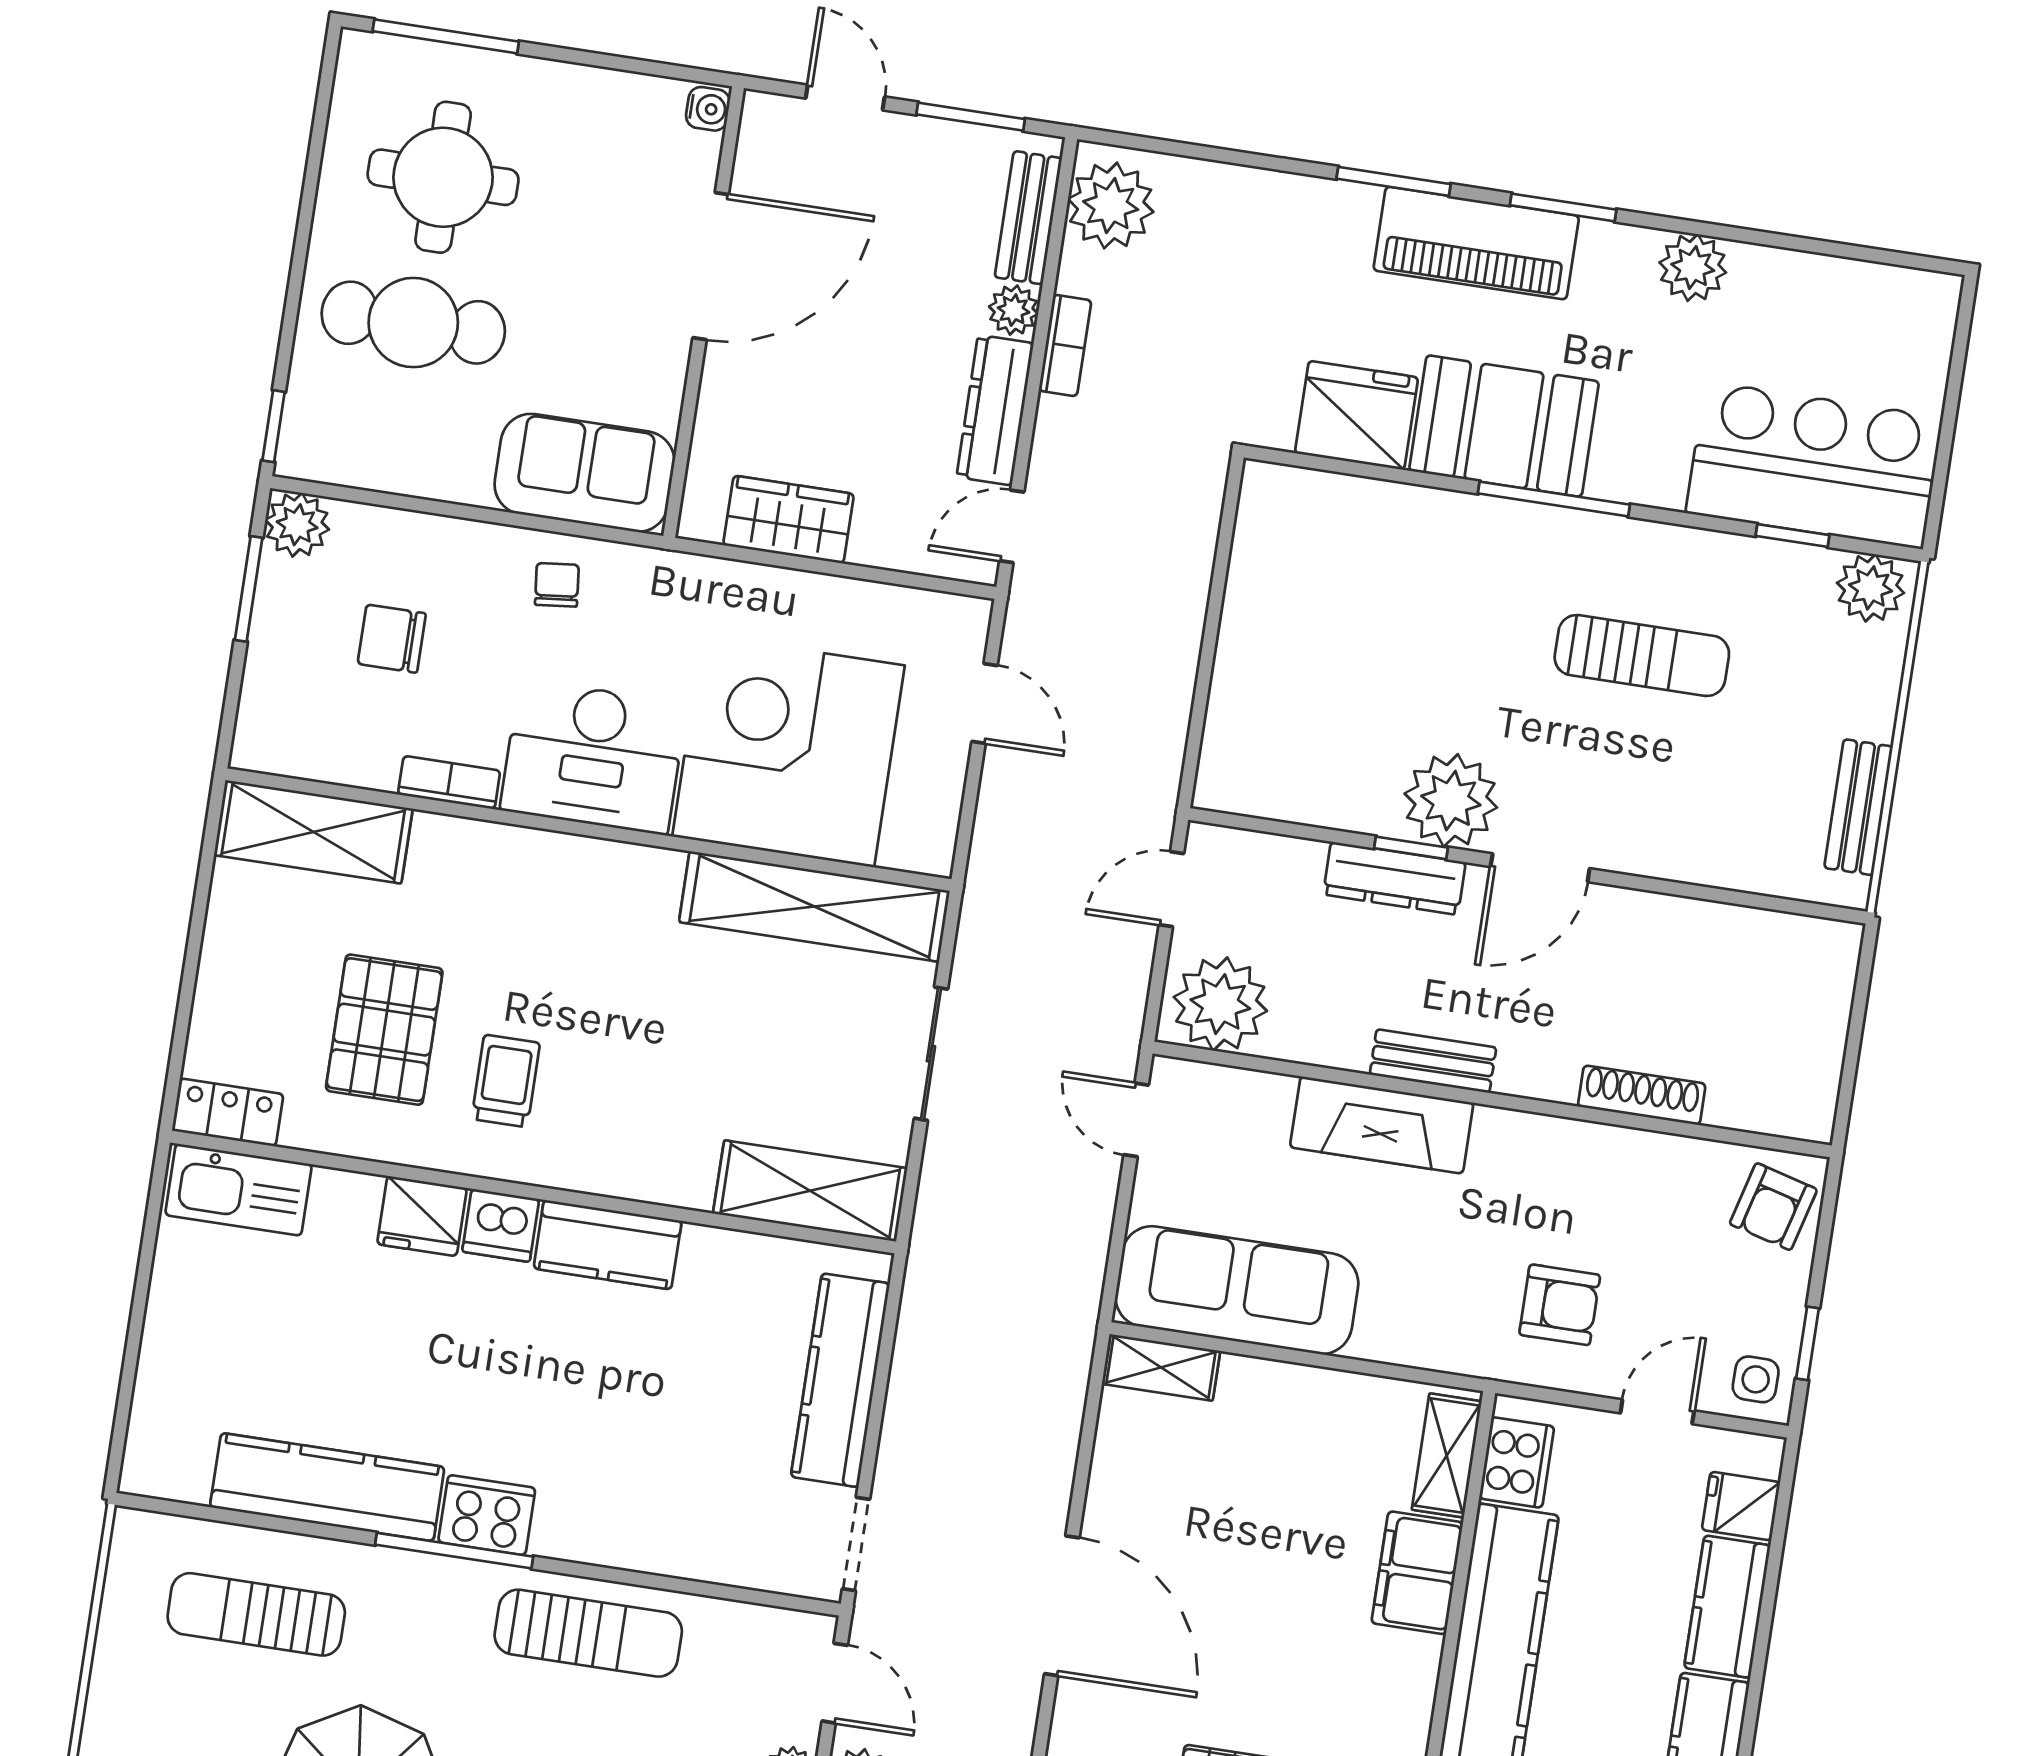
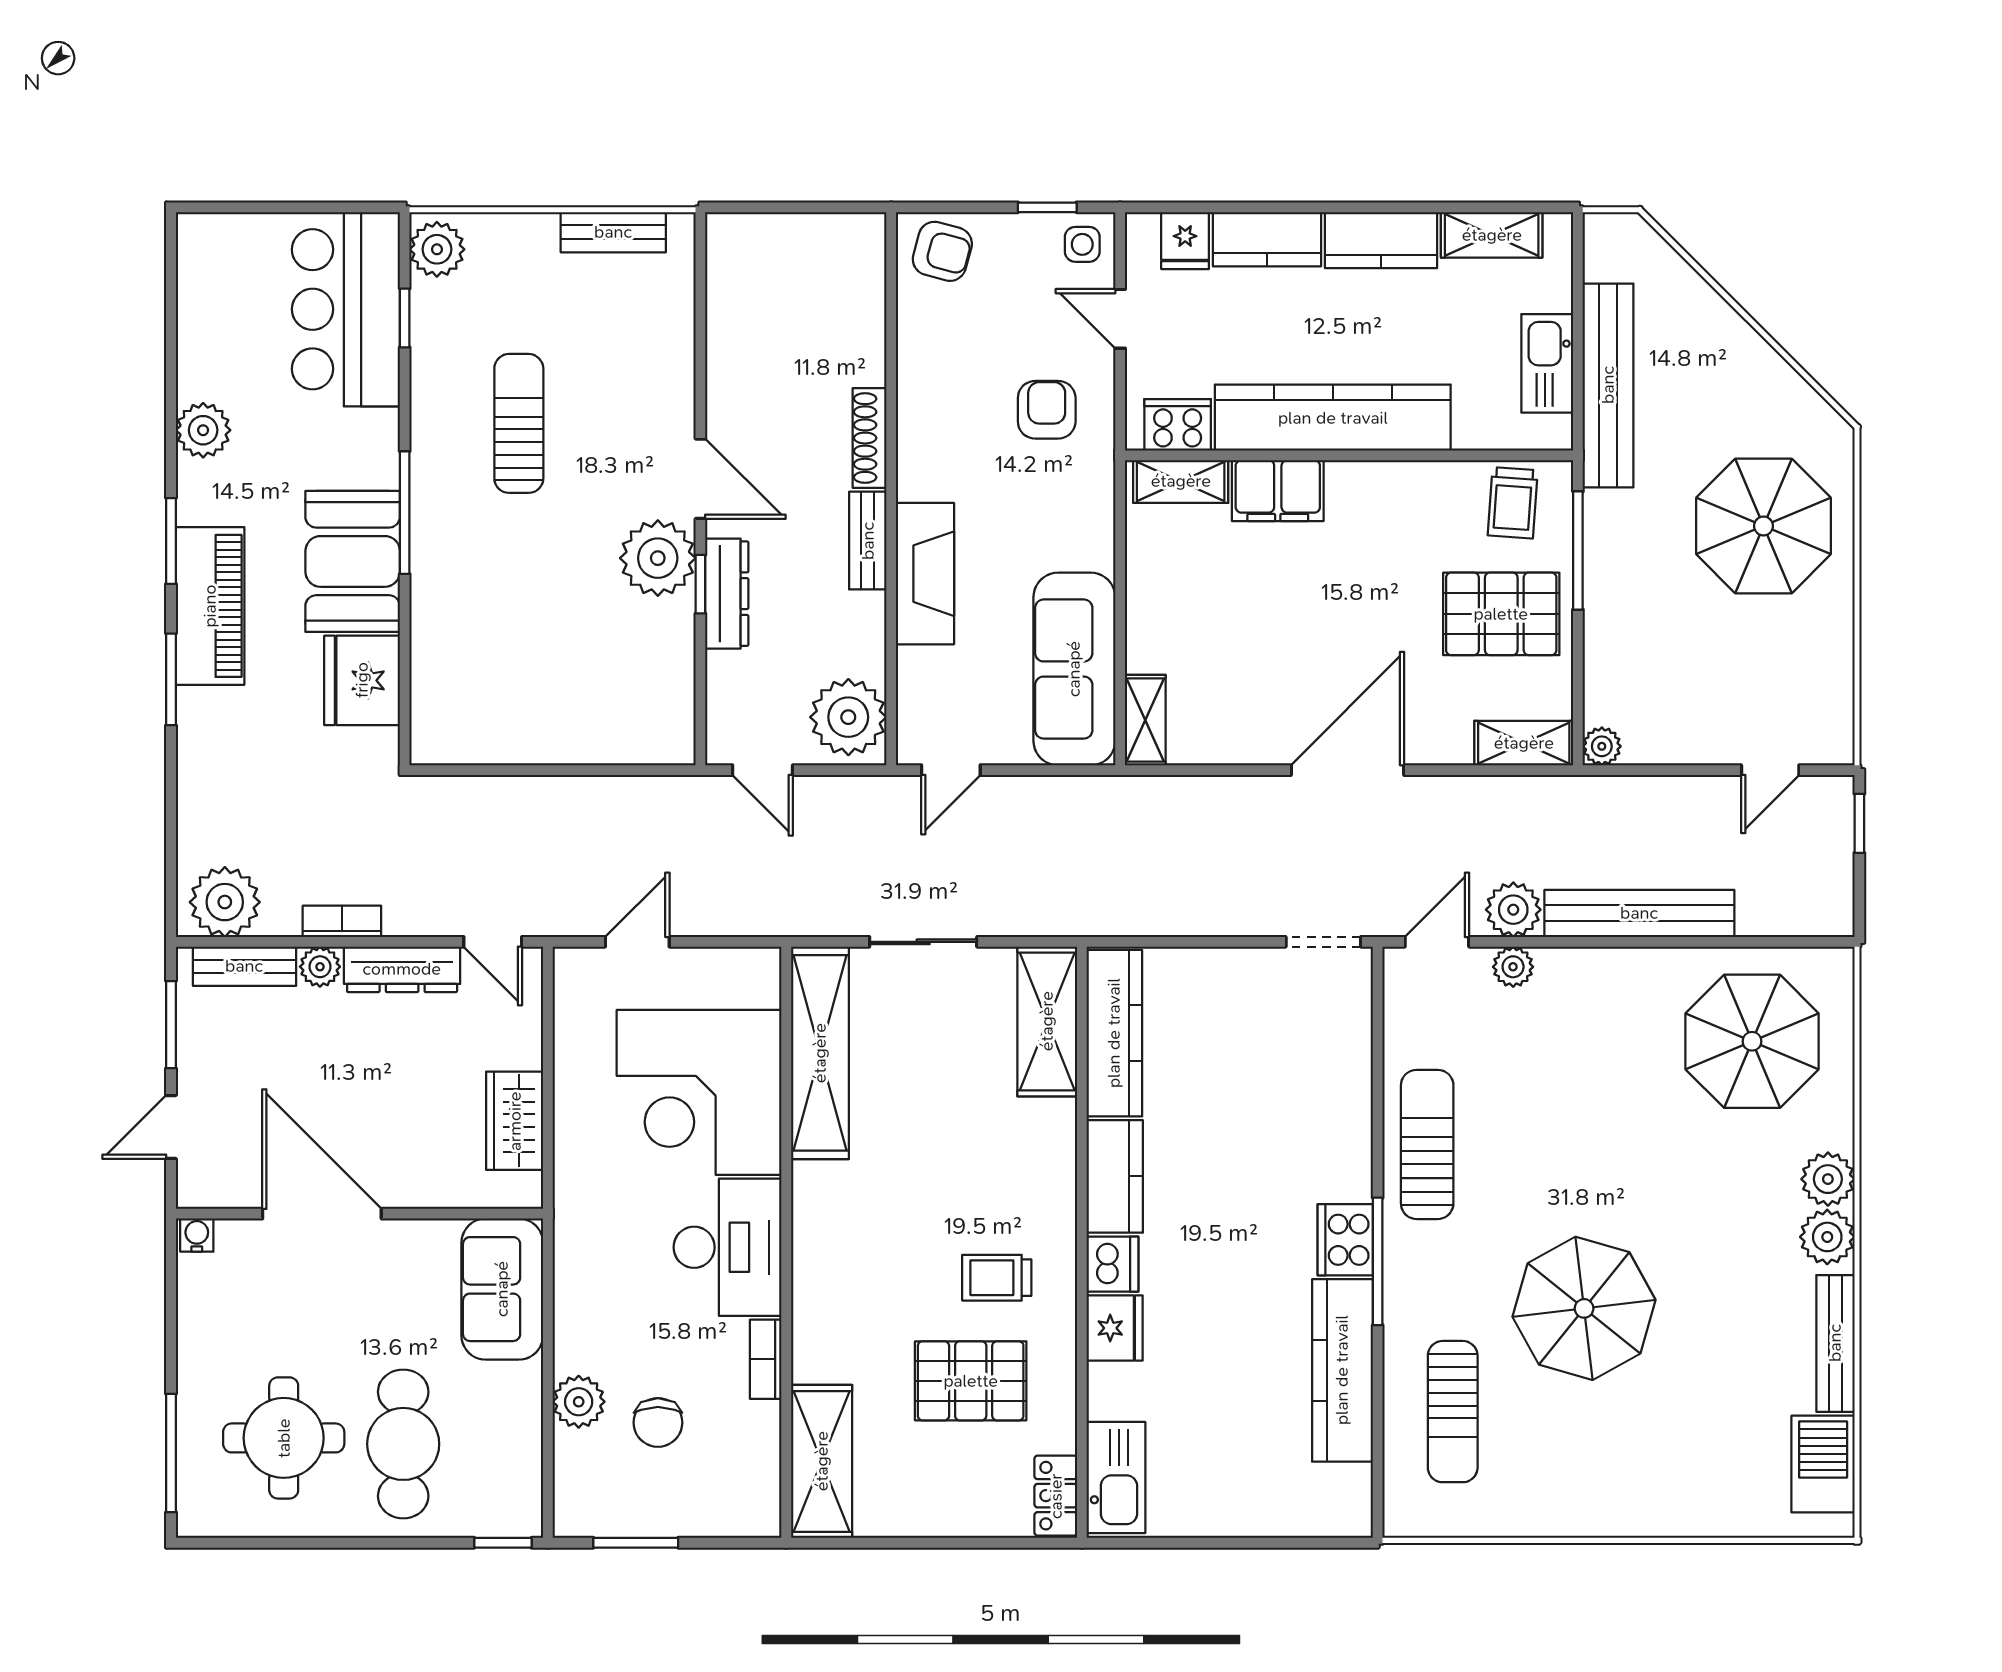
plant: (297, 525) -> (579, 1402), moved
chair: (557, 585) -> (595, 1297), removed
shoe rack: (1642, 1095) -> (869, 438), moved
kitchen counter: (840, 1380) -> (1114, 1033), moved, turned -90

